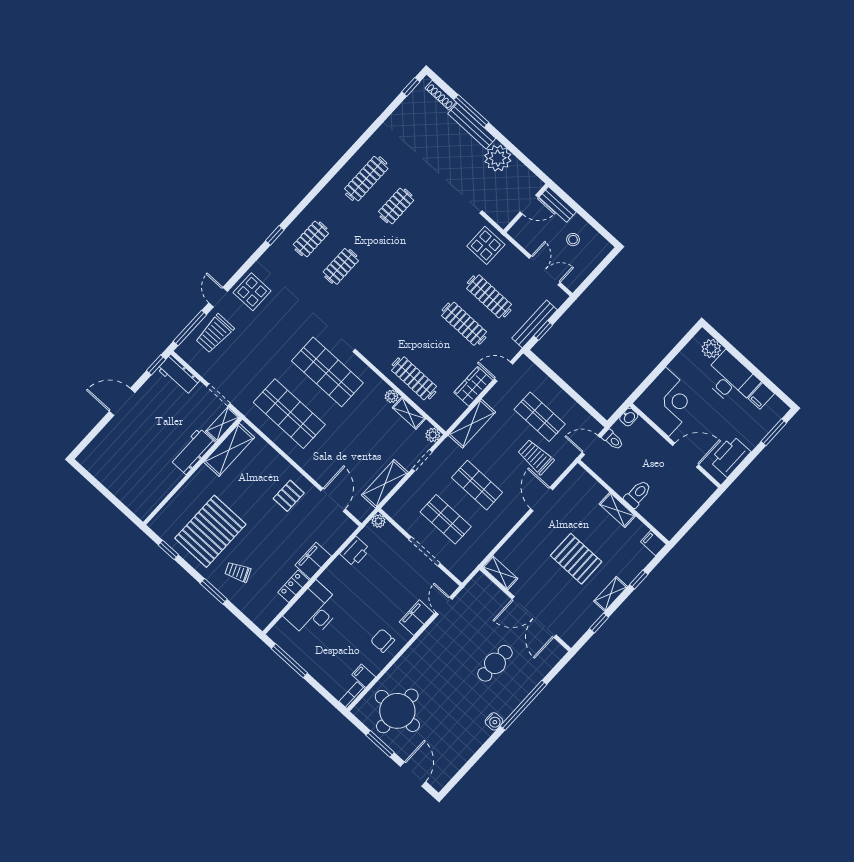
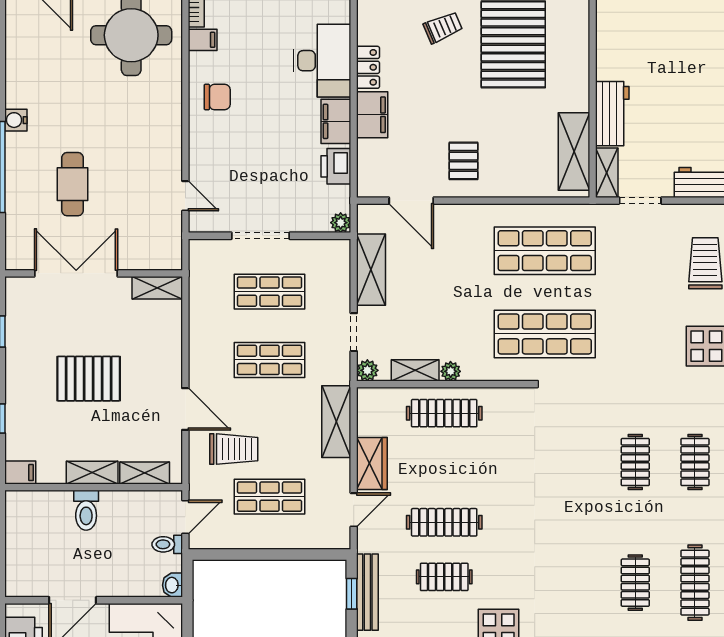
clothes rail: (489, 296) -> (444, 577), width x0.73
shelving: (611, 594) -> (145, 473), moved, turned 90
filing cabinet: (417, 618) -> (336, 121), moved, turned 180

